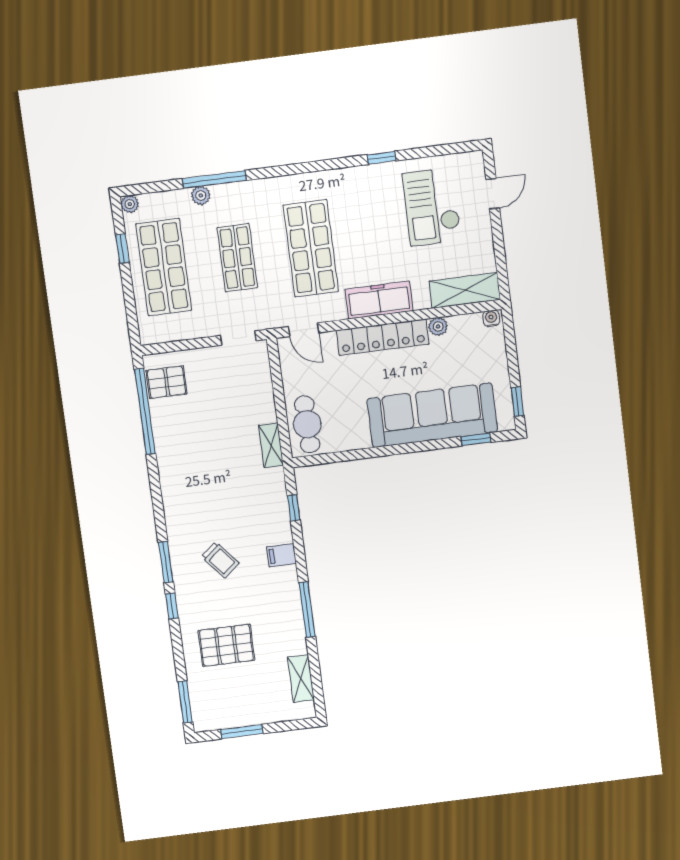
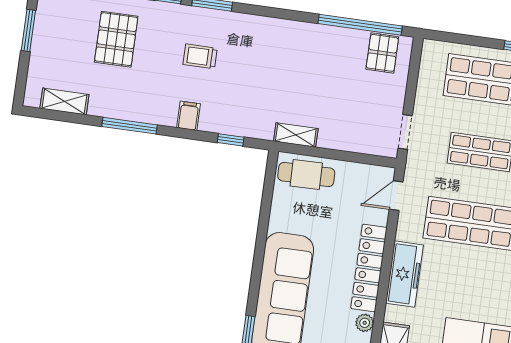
trolley: (220, 560) -> (200, 56), turned 40

